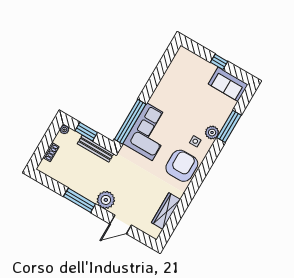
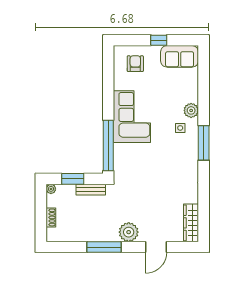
window: (229, 126) -> (204, 143), moved
corner sofa: (149, 132) -> (132, 117), moved
bench: (96, 149) -> (91, 190), width x0.73
armchair: (182, 166) -> (135, 64), moved, width x0.53, depth x0.53
wardrobe: (166, 211) -> (191, 223), moved

